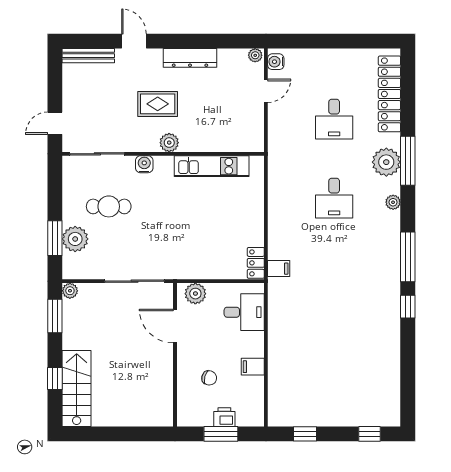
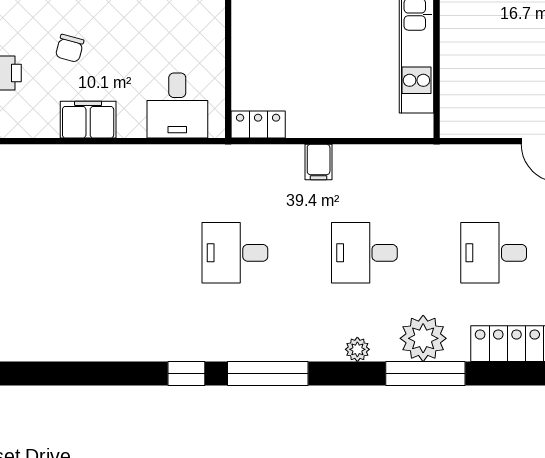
filing cabinet: (279, 269) -> (319, 162), moved
desk: (334, 277) -> (235, 253), added
plant: (195, 294) -> (208, 26), removed
filing cabinet: (253, 367) -> (88, 120), width x2.00

